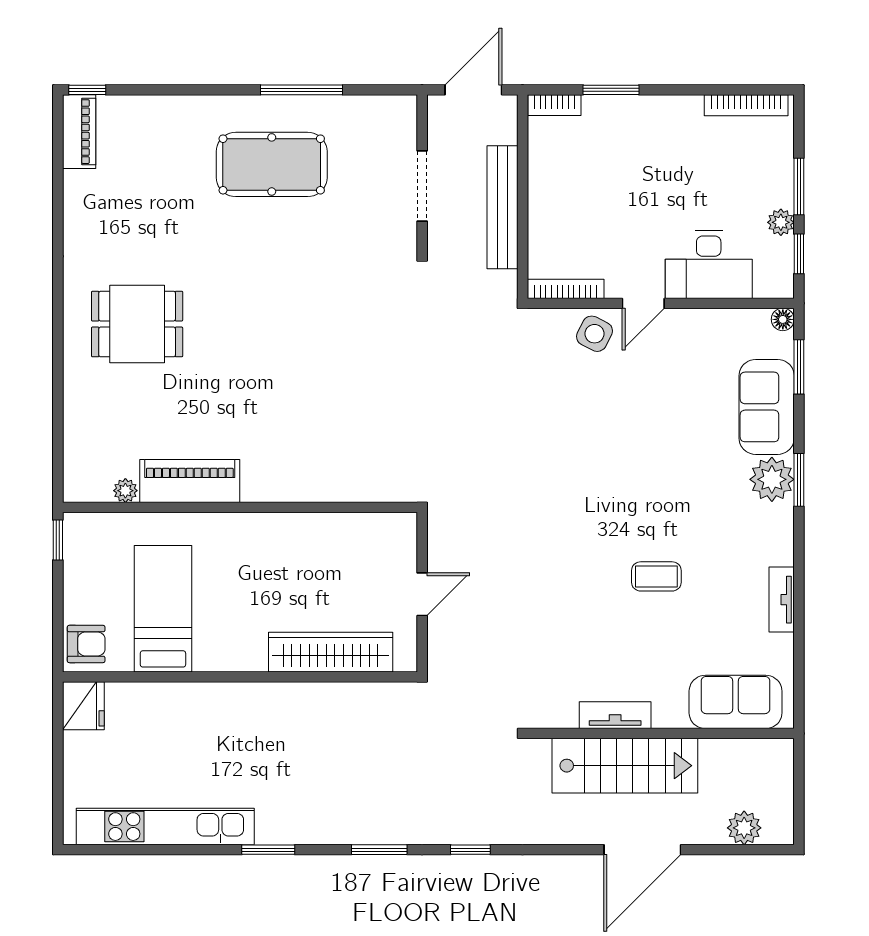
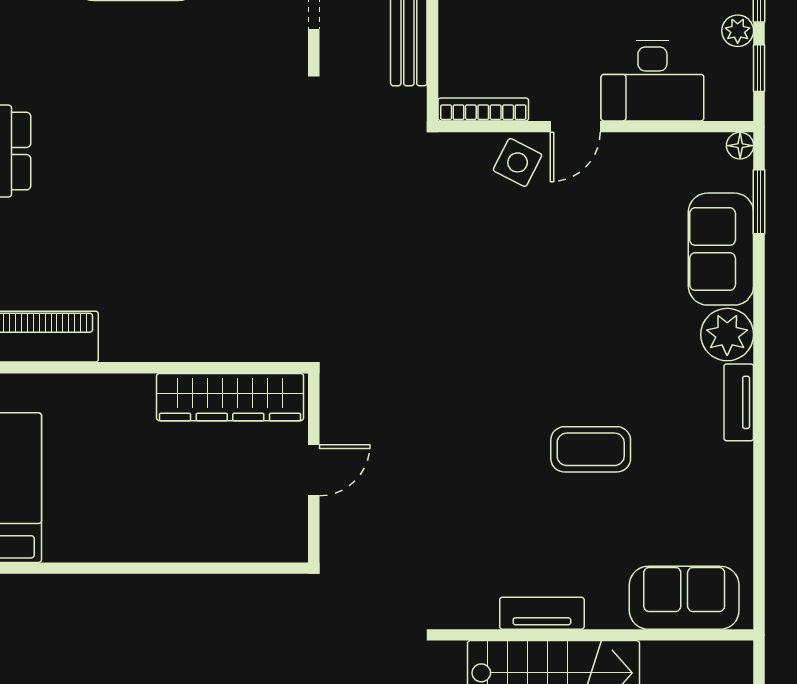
window: (799, 480) -> (759, 335), removed
coffee table: (656, 576) -> (591, 449), width x1.36, depth x1.30
tv unit: (782, 600) -> (739, 402), moved
wardrobe: (331, 652) -> (230, 397), moved, turned 180

